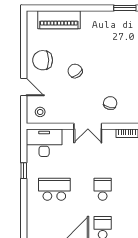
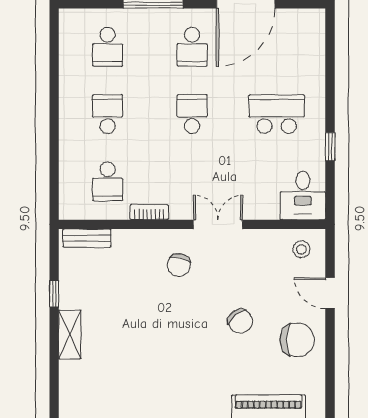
desk: (44, 143) -> (303, 195), width x0.73
school desk: (54, 189) -> (277, 114), turned 180
school desk: (103, 189) -> (192, 114), turned 180

